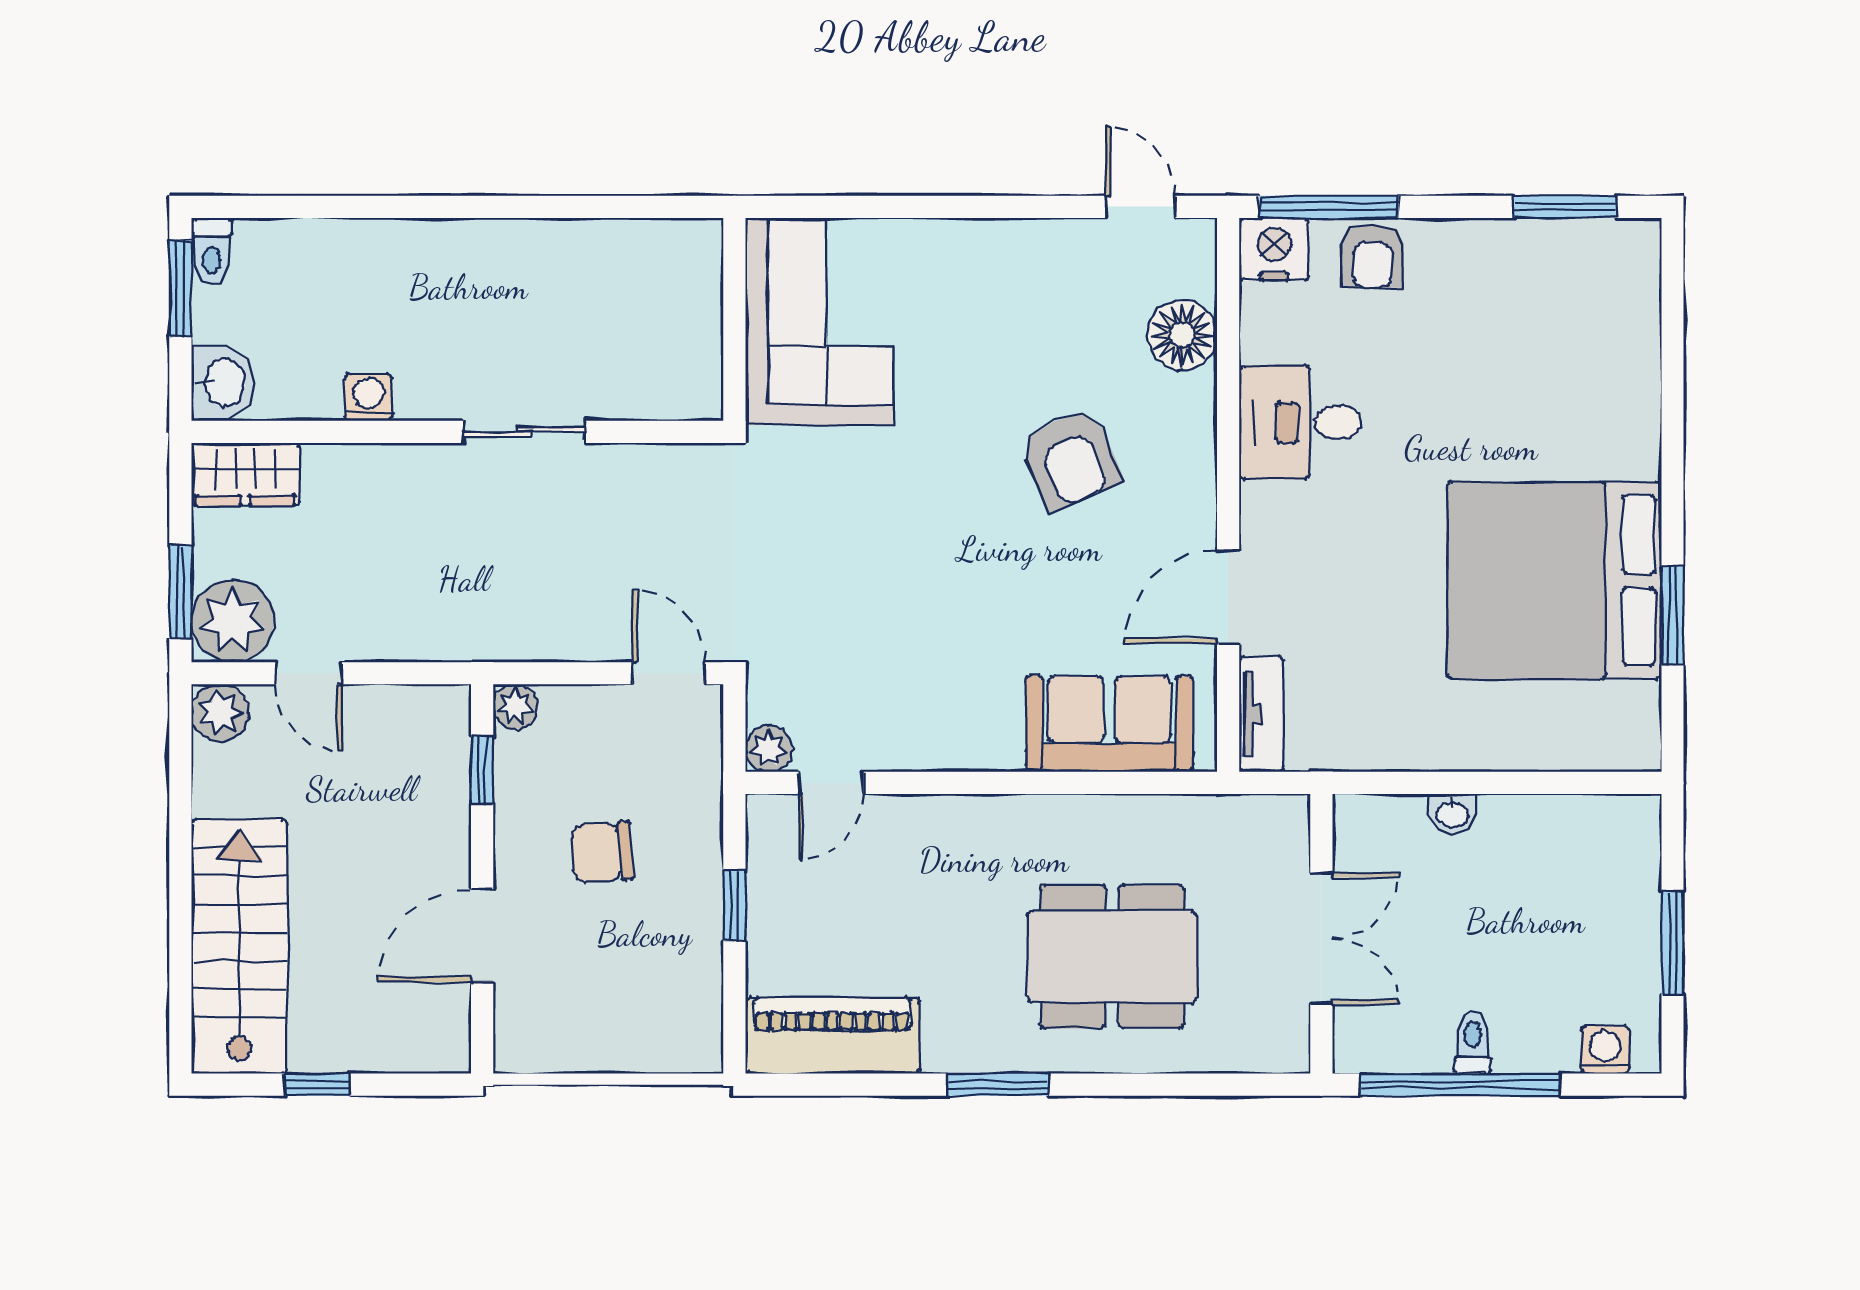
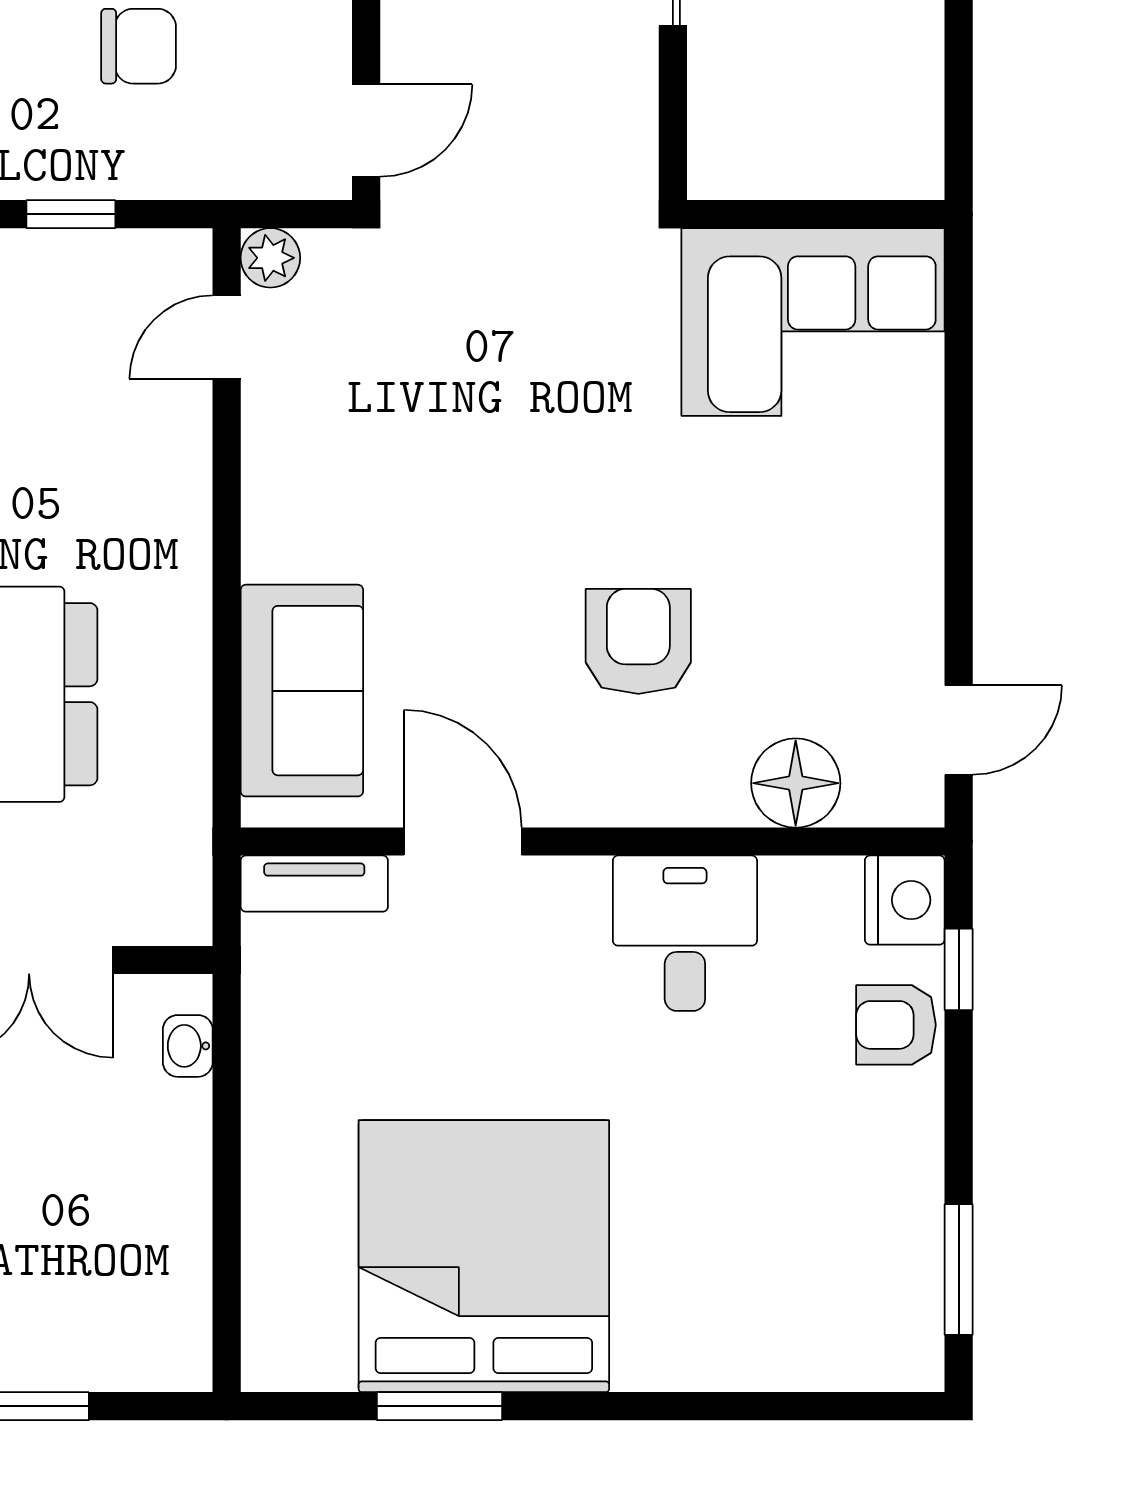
window: (1329, 207) -> (959, 969), width x0.46
armchair: (1071, 459) -> (638, 641), turned 113
door: (831, 783) -> (227, 337), hinge flipped
washbasin: (1453, 814) -> (188, 1046), moved
chair: (602, 852) -> (139, 46), turned 94

